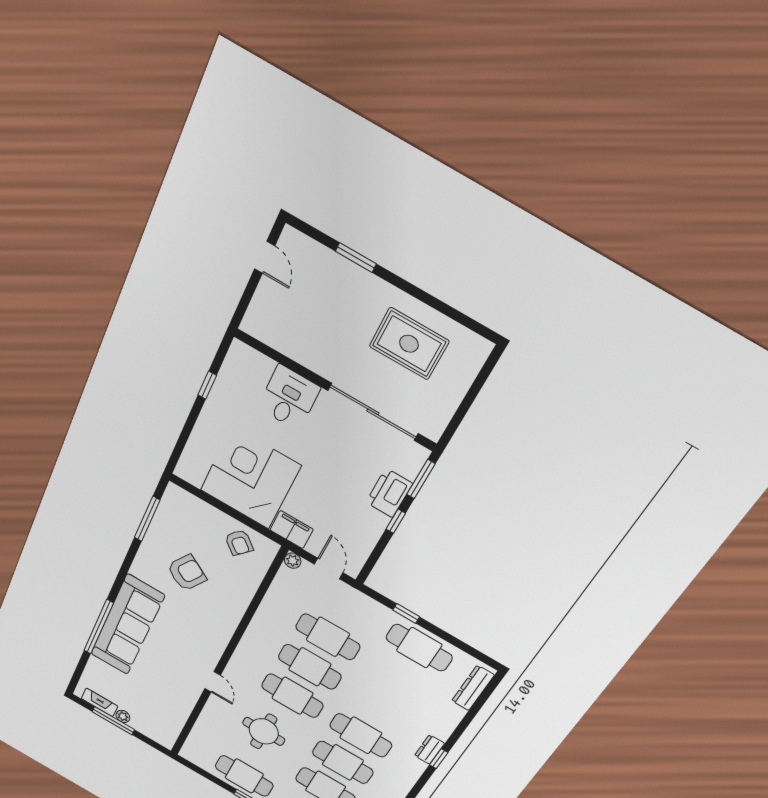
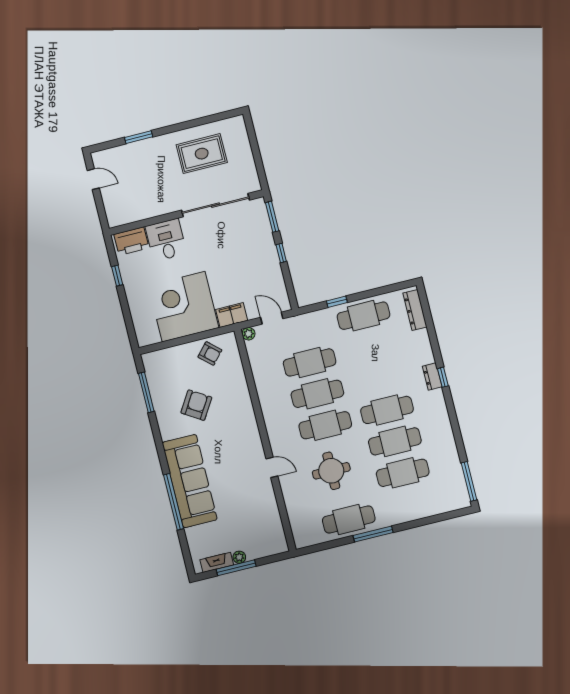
printer: (389, 493) -> (131, 241), moved, turned -90

